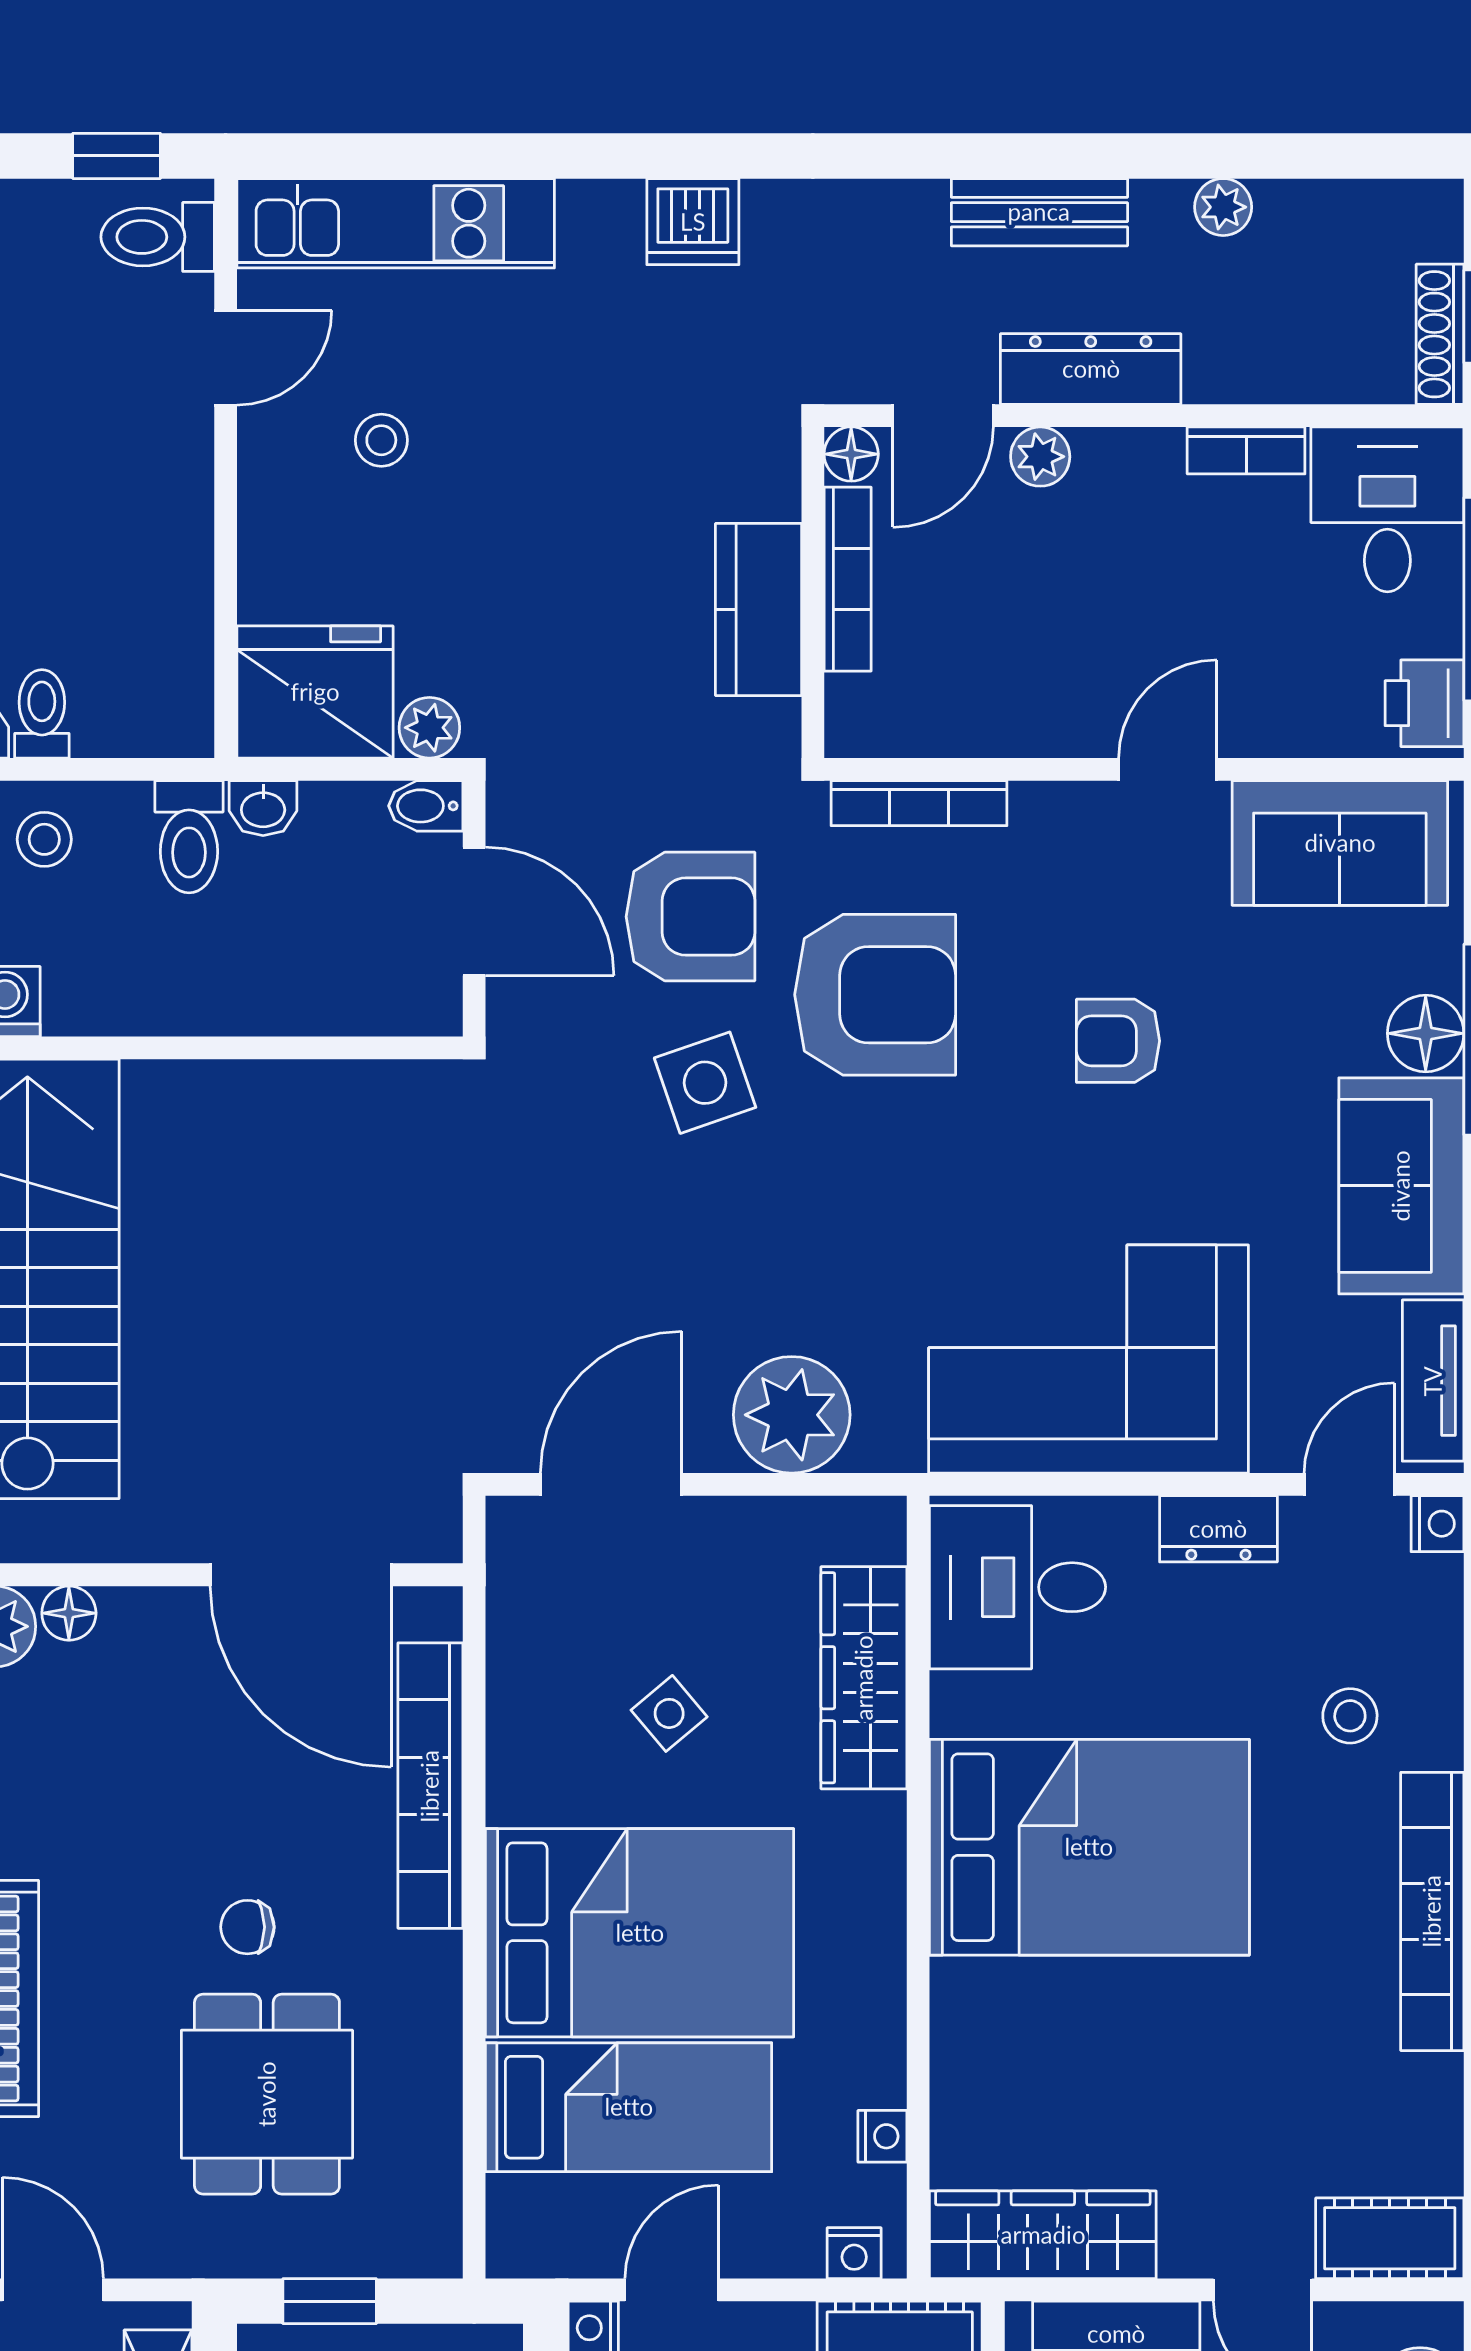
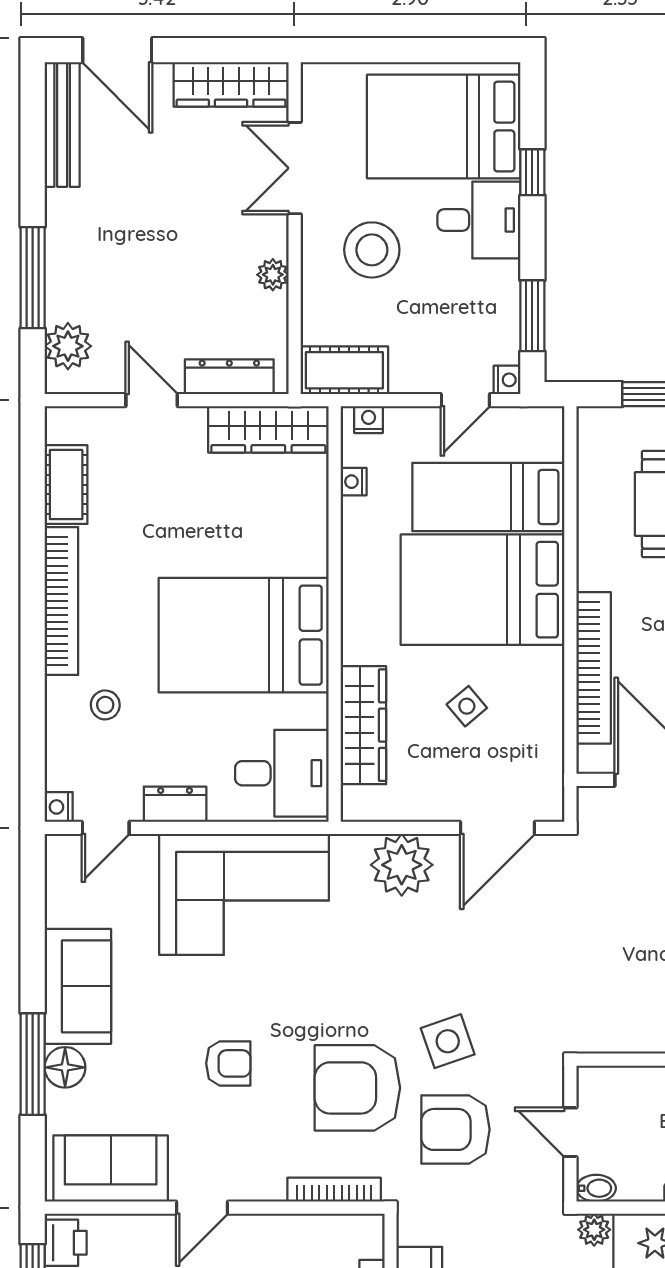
door: (474, 911) -> (570, 1132), width x0.73
tv unit: (1433, 1381) -> (61, 883), removed
cot: (1390, 2238) -> (66, 485), moved, turned 90

